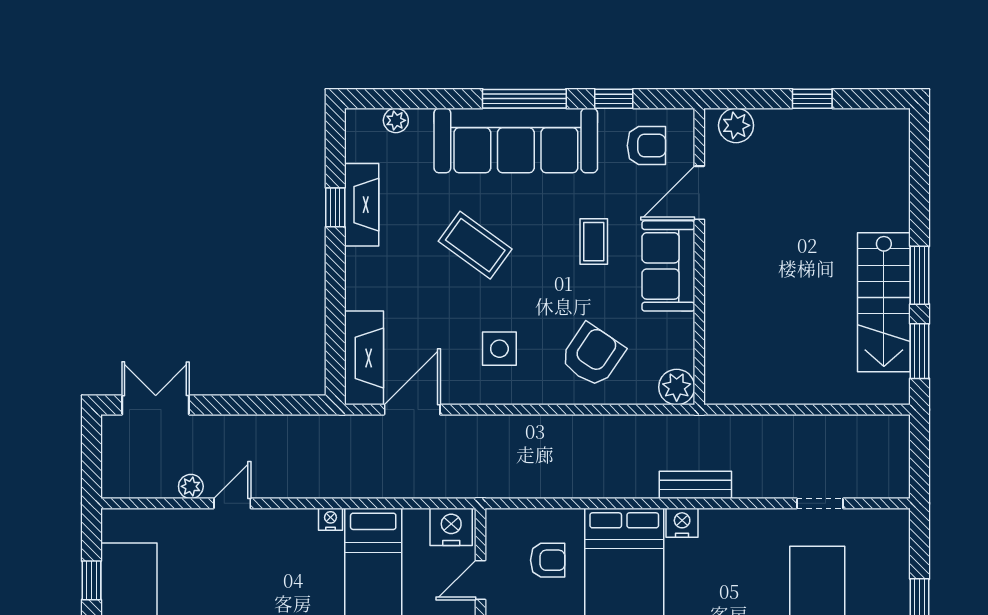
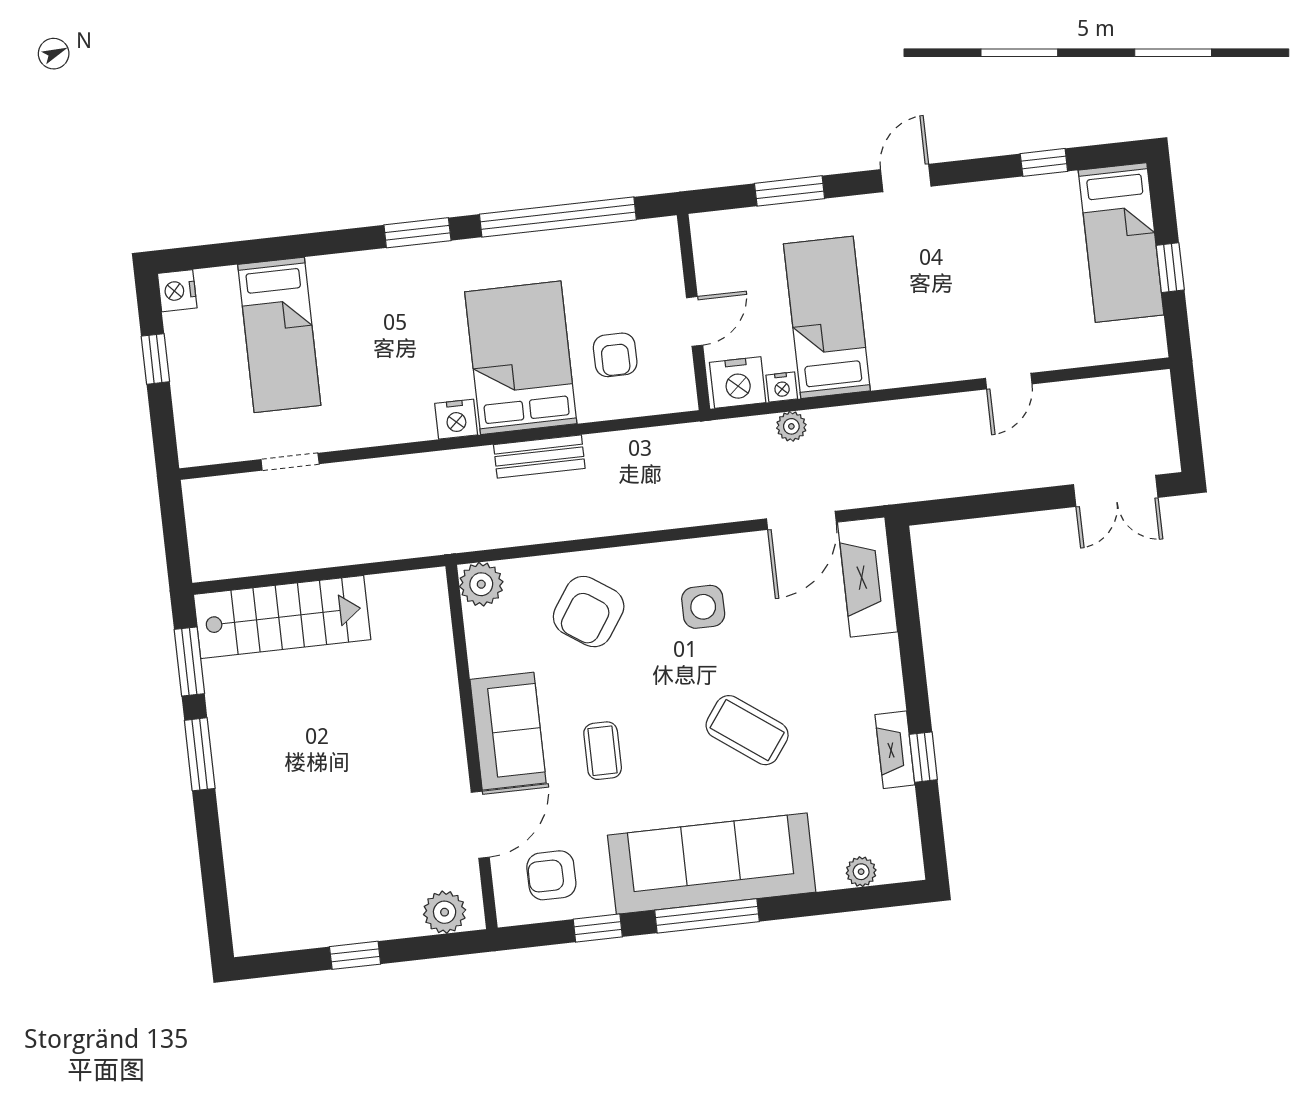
fireplace: (362, 205) -> (895, 750), width x0.73, depth x0.76
stairs: (884, 302) -> (282, 617), moved, turned 90
bench: (695, 485) -> (539, 457), moved
plant: (191, 486) -> (791, 426), moved
nightstand: (330, 519) -> (782, 387), moved
armchair: (548, 560) -> (615, 355), turned -90

